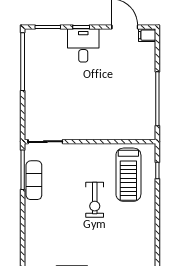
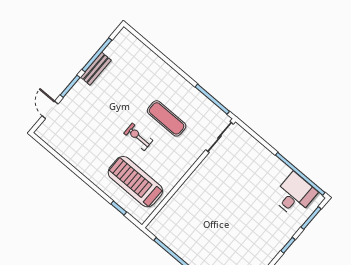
desk: (83, 45) -> (295, 195), moved, turned -90
exercise mat: (34, 180) -> (167, 118), moved
exercise bike: (95, 200) -> (138, 137), width x0.73, depth x0.72

